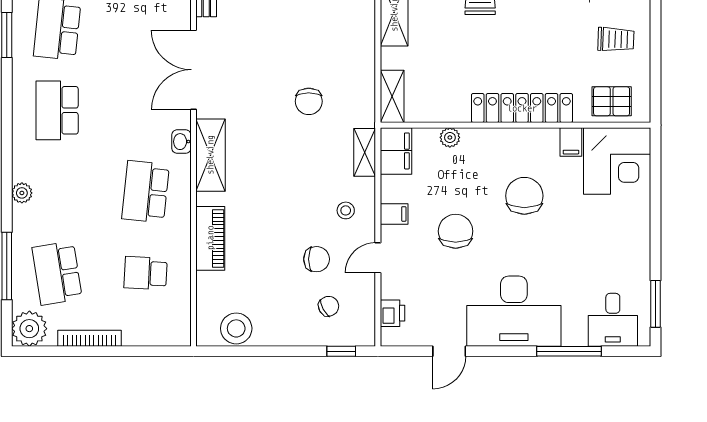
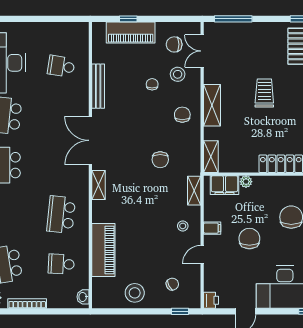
washbasin: (181, 142) -> (83, 297), moved
filing cabinet: (396, 151) -> (224, 185), moved, turned 90
shelving: (210, 155) -> (98, 185), width x0.67, depth x0.75
piano: (210, 238) -> (103, 250), width x1.37, depth x1.33
chair: (317, 259) -> (182, 115), moved, turned -90
printer: (392, 313) -> (211, 300), moved
stool: (236, 328) -> (135, 293), moved

